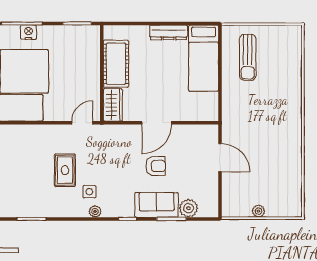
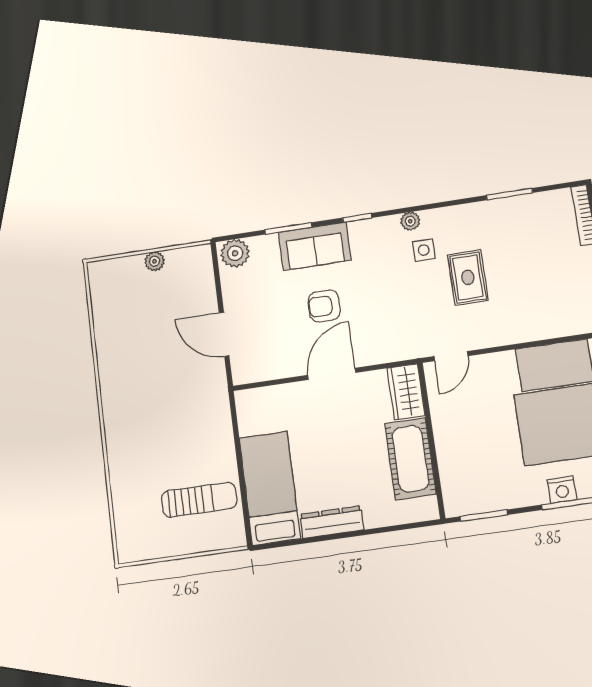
sun lounger: (248, 57) -> (199, 500), turned 90
plant: (189, 208) -> (235, 253), moved

